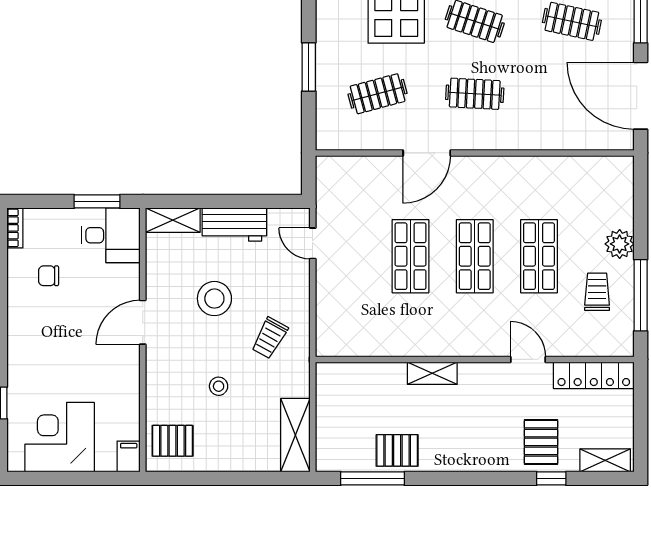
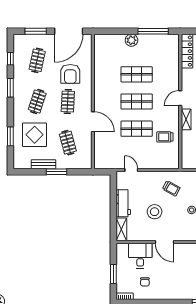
bench: (326, 36) -> (43, 164), added
armchair: (540, 100) -> (70, 74), added
window: (97, 201) -> (113, 274), moved
desk: (111, 235) -> (140, 256), moved
door: (313, 243) -> (131, 170), swing flipped
trolley: (597, 292) -> (165, 137), moved
door: (528, 359) -> (180, 98), moved

